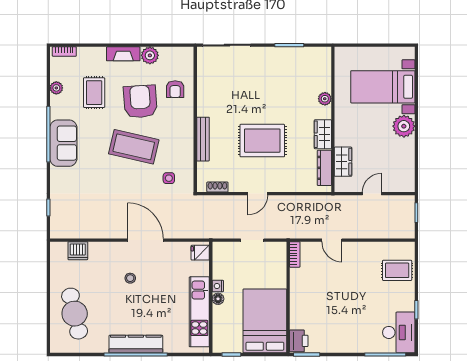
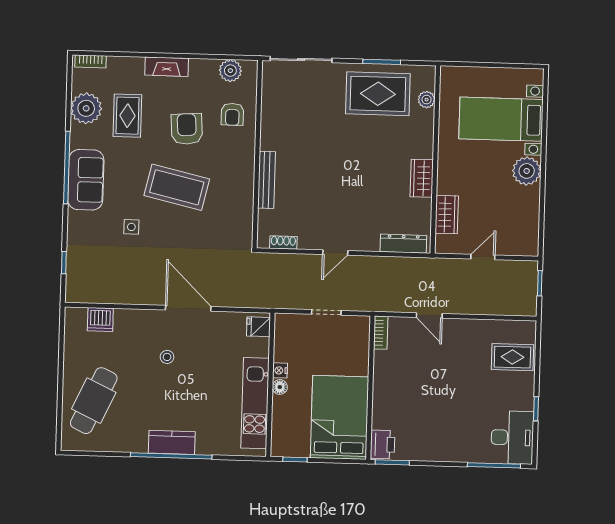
plant: (150, 55) -> (230, 71), moved
plant: (56, 88) -> (86, 108), width x1.88, depth x1.88
plant: (325, 99) -> (427, 100), moved
armchair: (140, 102) -> (187, 129), width x0.73, depth x0.73
rug: (262, 141) -> (378, 94), moved
dresser: (324, 168) -> (403, 244), moved, turned 90
side table: (169, 178) -> (131, 227), moved
cafe table: (75, 314) -> (94, 401), turned 38
kitchen counter: (136, 344) -> (172, 442), width x0.67

